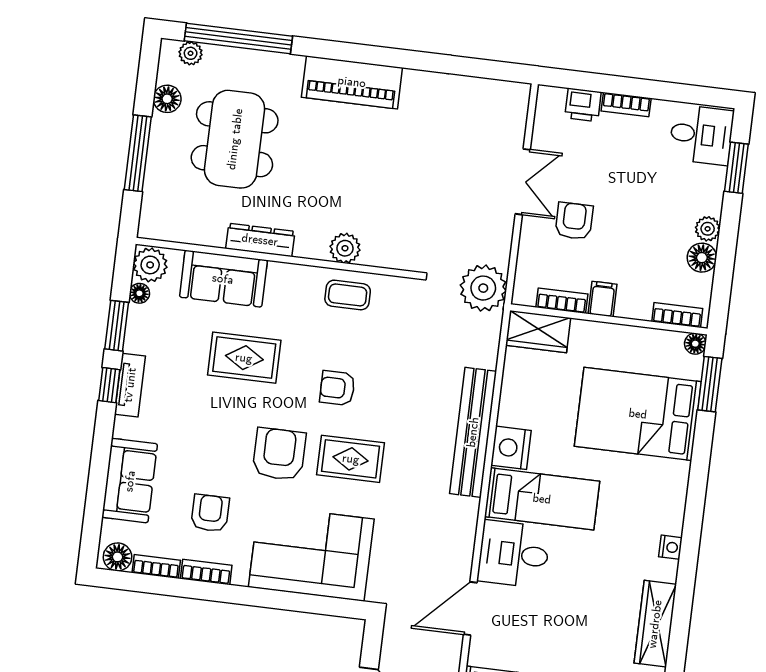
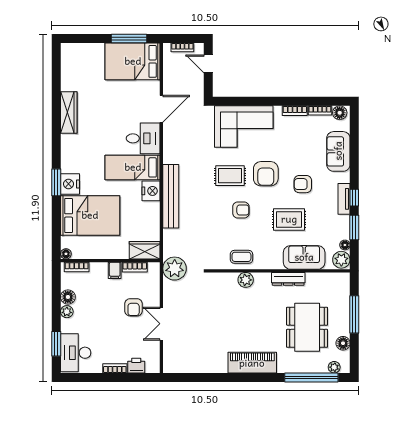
desk: (701, 135) -> (76, 353), width x1.37
window: (710, 384) -> (56, 182), moved
armchair: (210, 513) -> (303, 184), moved, turned 90
nightstand: (670, 547) -> (70, 184), moved, width x1.89, depth x1.79

